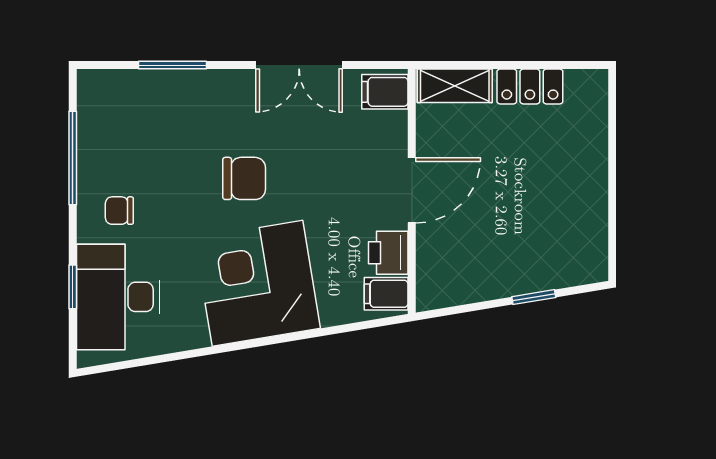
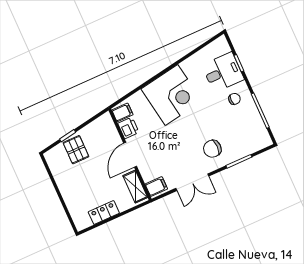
double door: (299, 65) -> (192, 182), swing flipped
shelving: (455, 86) -> (135, 187), moved, turned 90
chair: (244, 178) -> (212, 149), moved
pallet: (529, 257) -> (76, 150), added
desk: (118, 297) -> (223, 72), width x0.73

